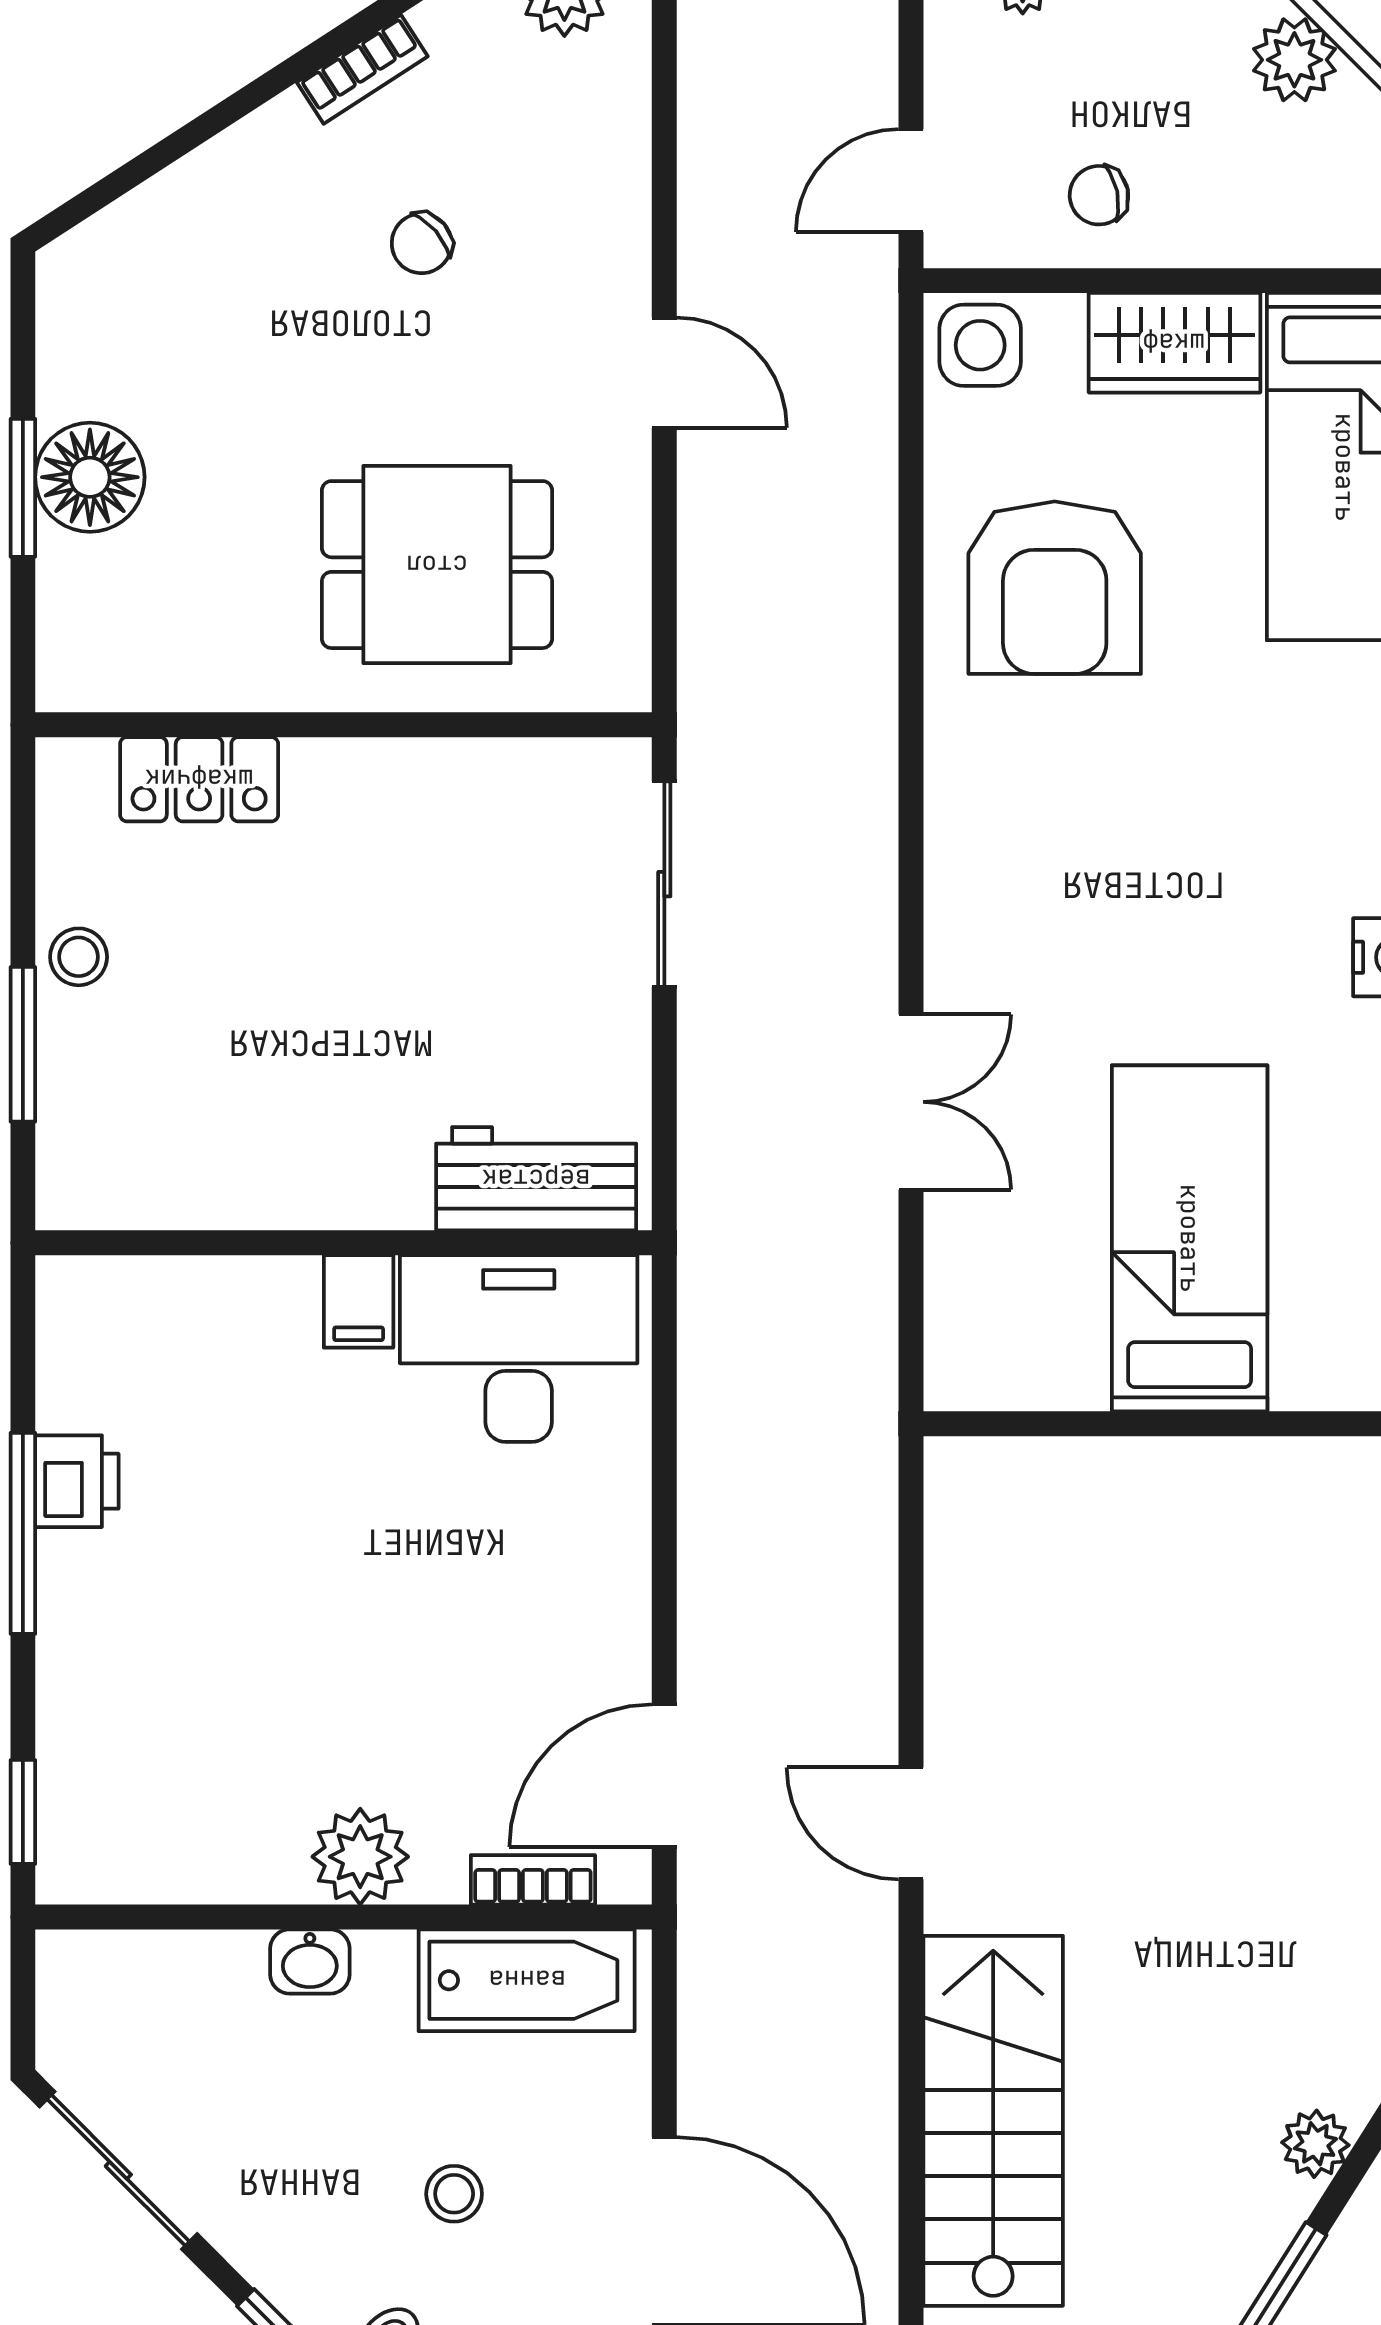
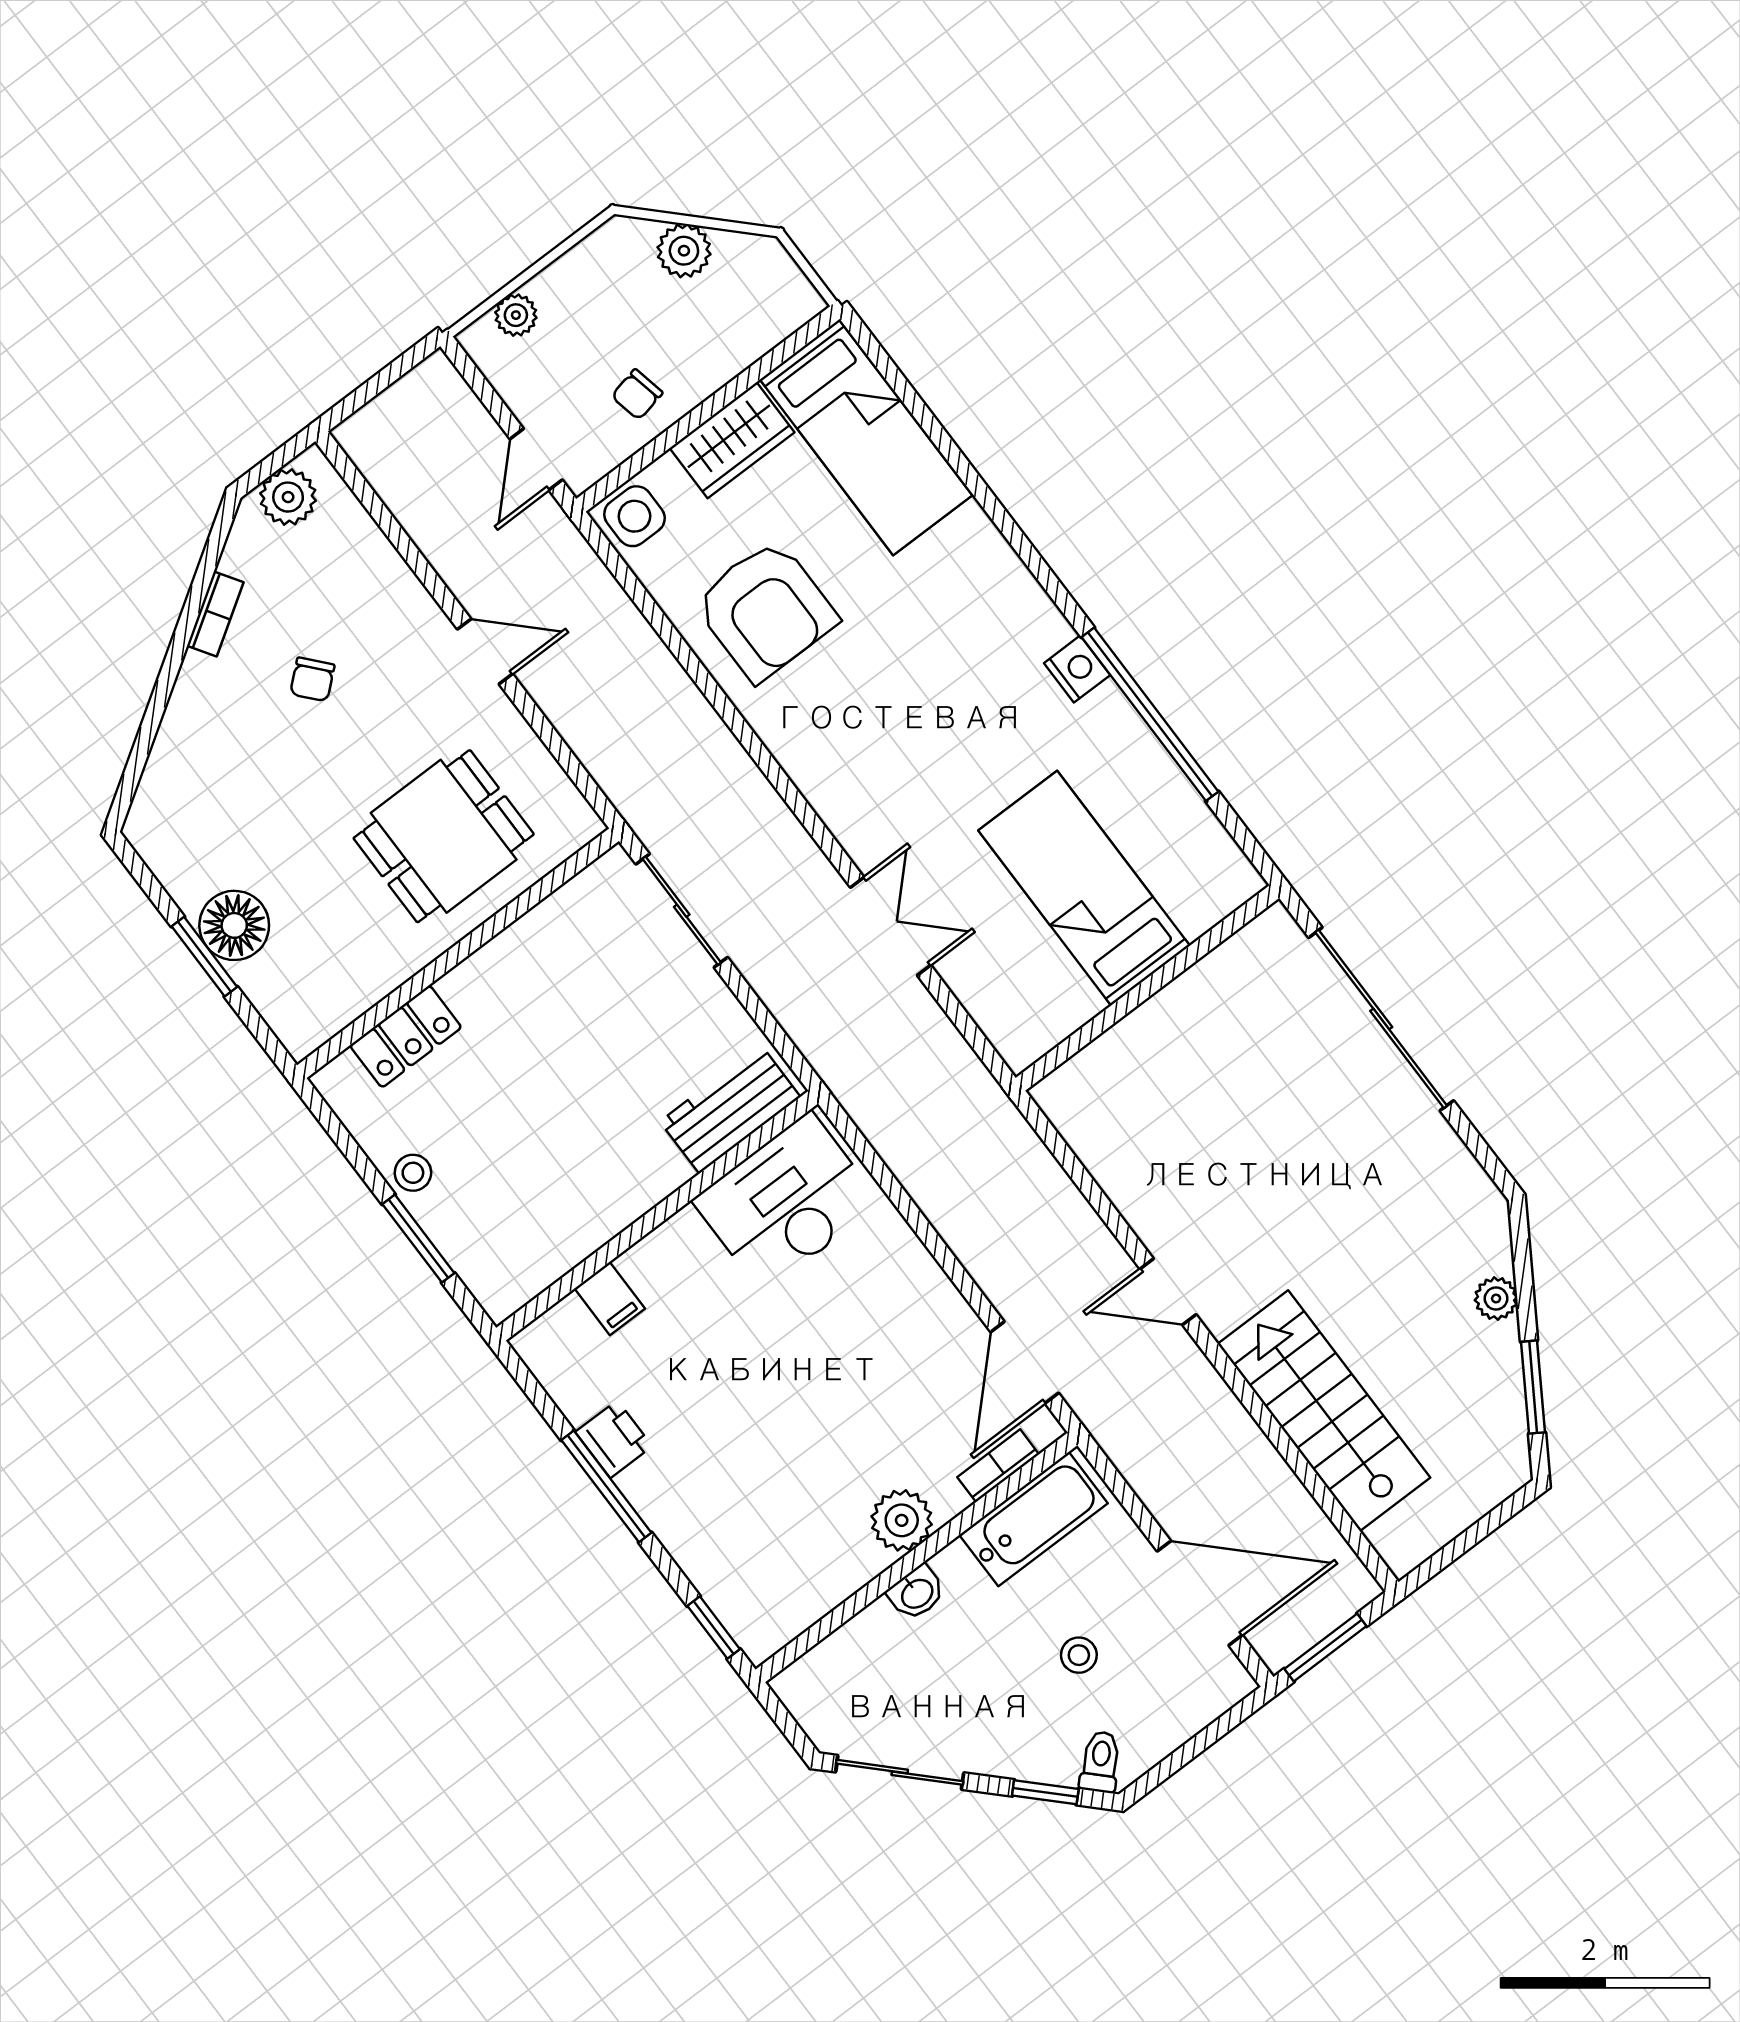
filing cabinet: (359, 1301) -> (610, 1299), moved

